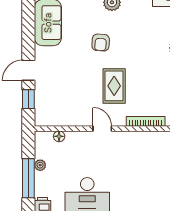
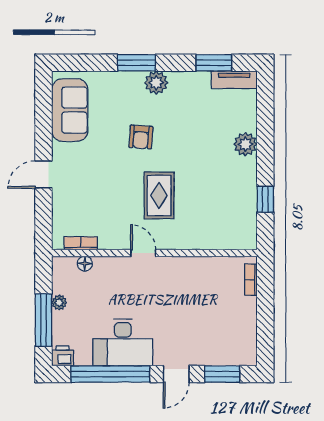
window: (28, 99) -> (43, 213), removed
bookcase: (146, 121) -> (81, 243), moved, width x0.64

